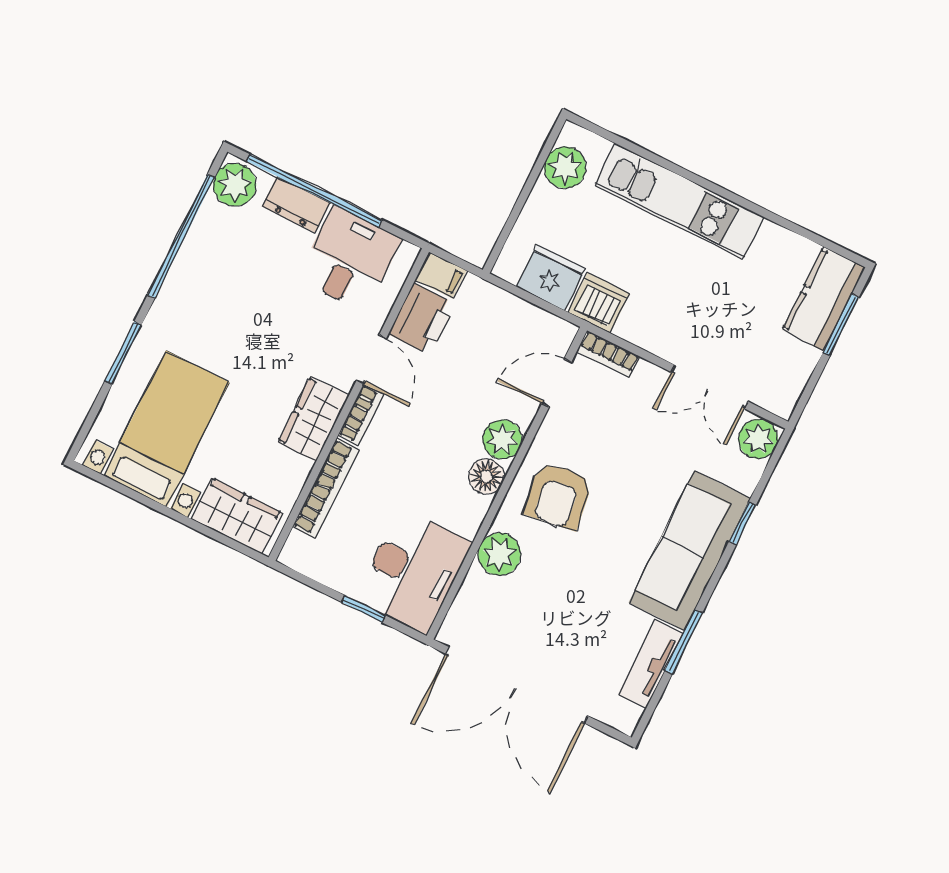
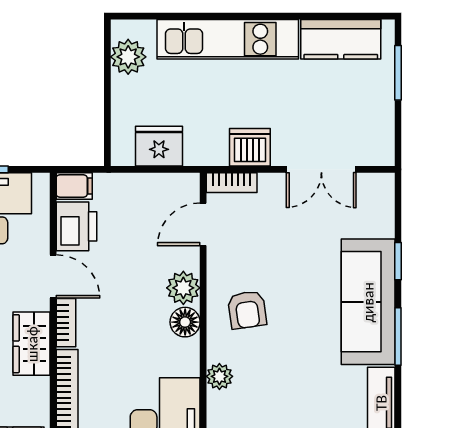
kitchen counter: (824, 299) -> (341, 39), moved, turned -90
dishwasher: (599, 303) -> (250, 147), moved
plant: (758, 439) -> (378, 191), removed
armchair: (558, 496) -> (247, 310), width x0.72, depth x0.72
plant: (499, 554) -> (219, 376), width x0.73, depth x0.73
window: (684, 642) -> (398, 336), moved

